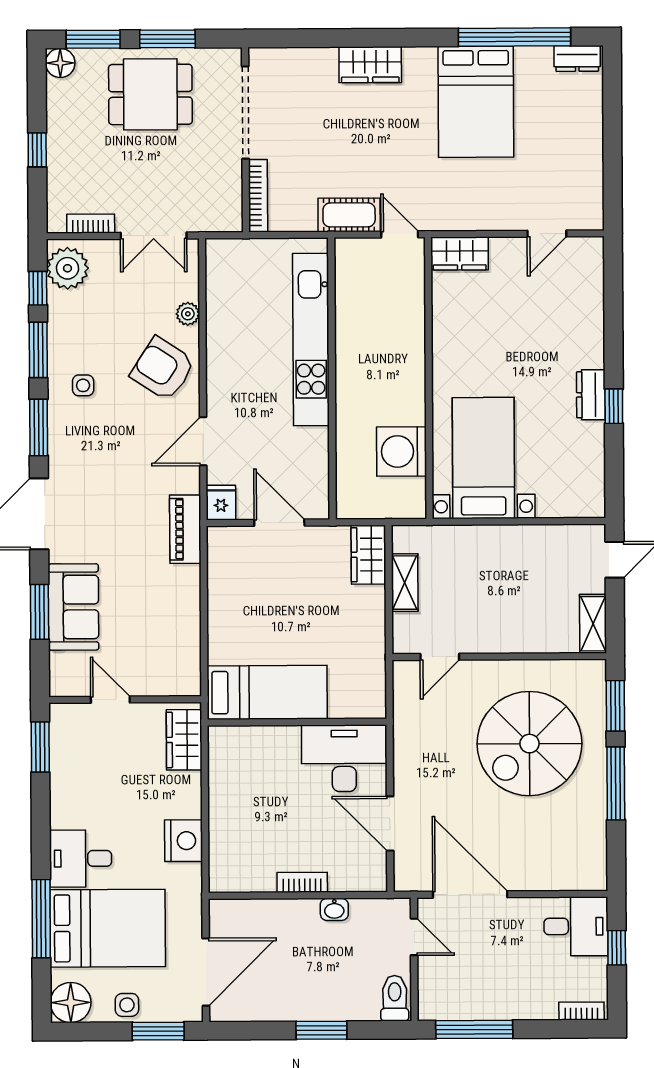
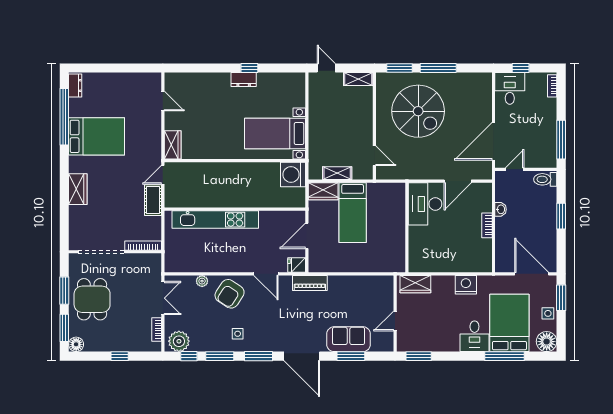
washing machine: (401, 451) -> (293, 175), moved, turned 90
bed: (267, 692) -> (353, 213), moved, turned 180

